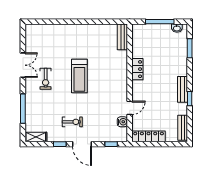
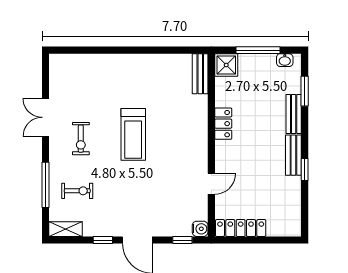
shower: (139, 31) -> (226, 65), added
double door: (23, 65) -> (46, 117), swing flipped
exercise bike: (72, 122) -> (77, 191), moved
water cooler: (122, 122) -> (200, 229), moved
bench: (183, 128) -> (294, 114), moved

